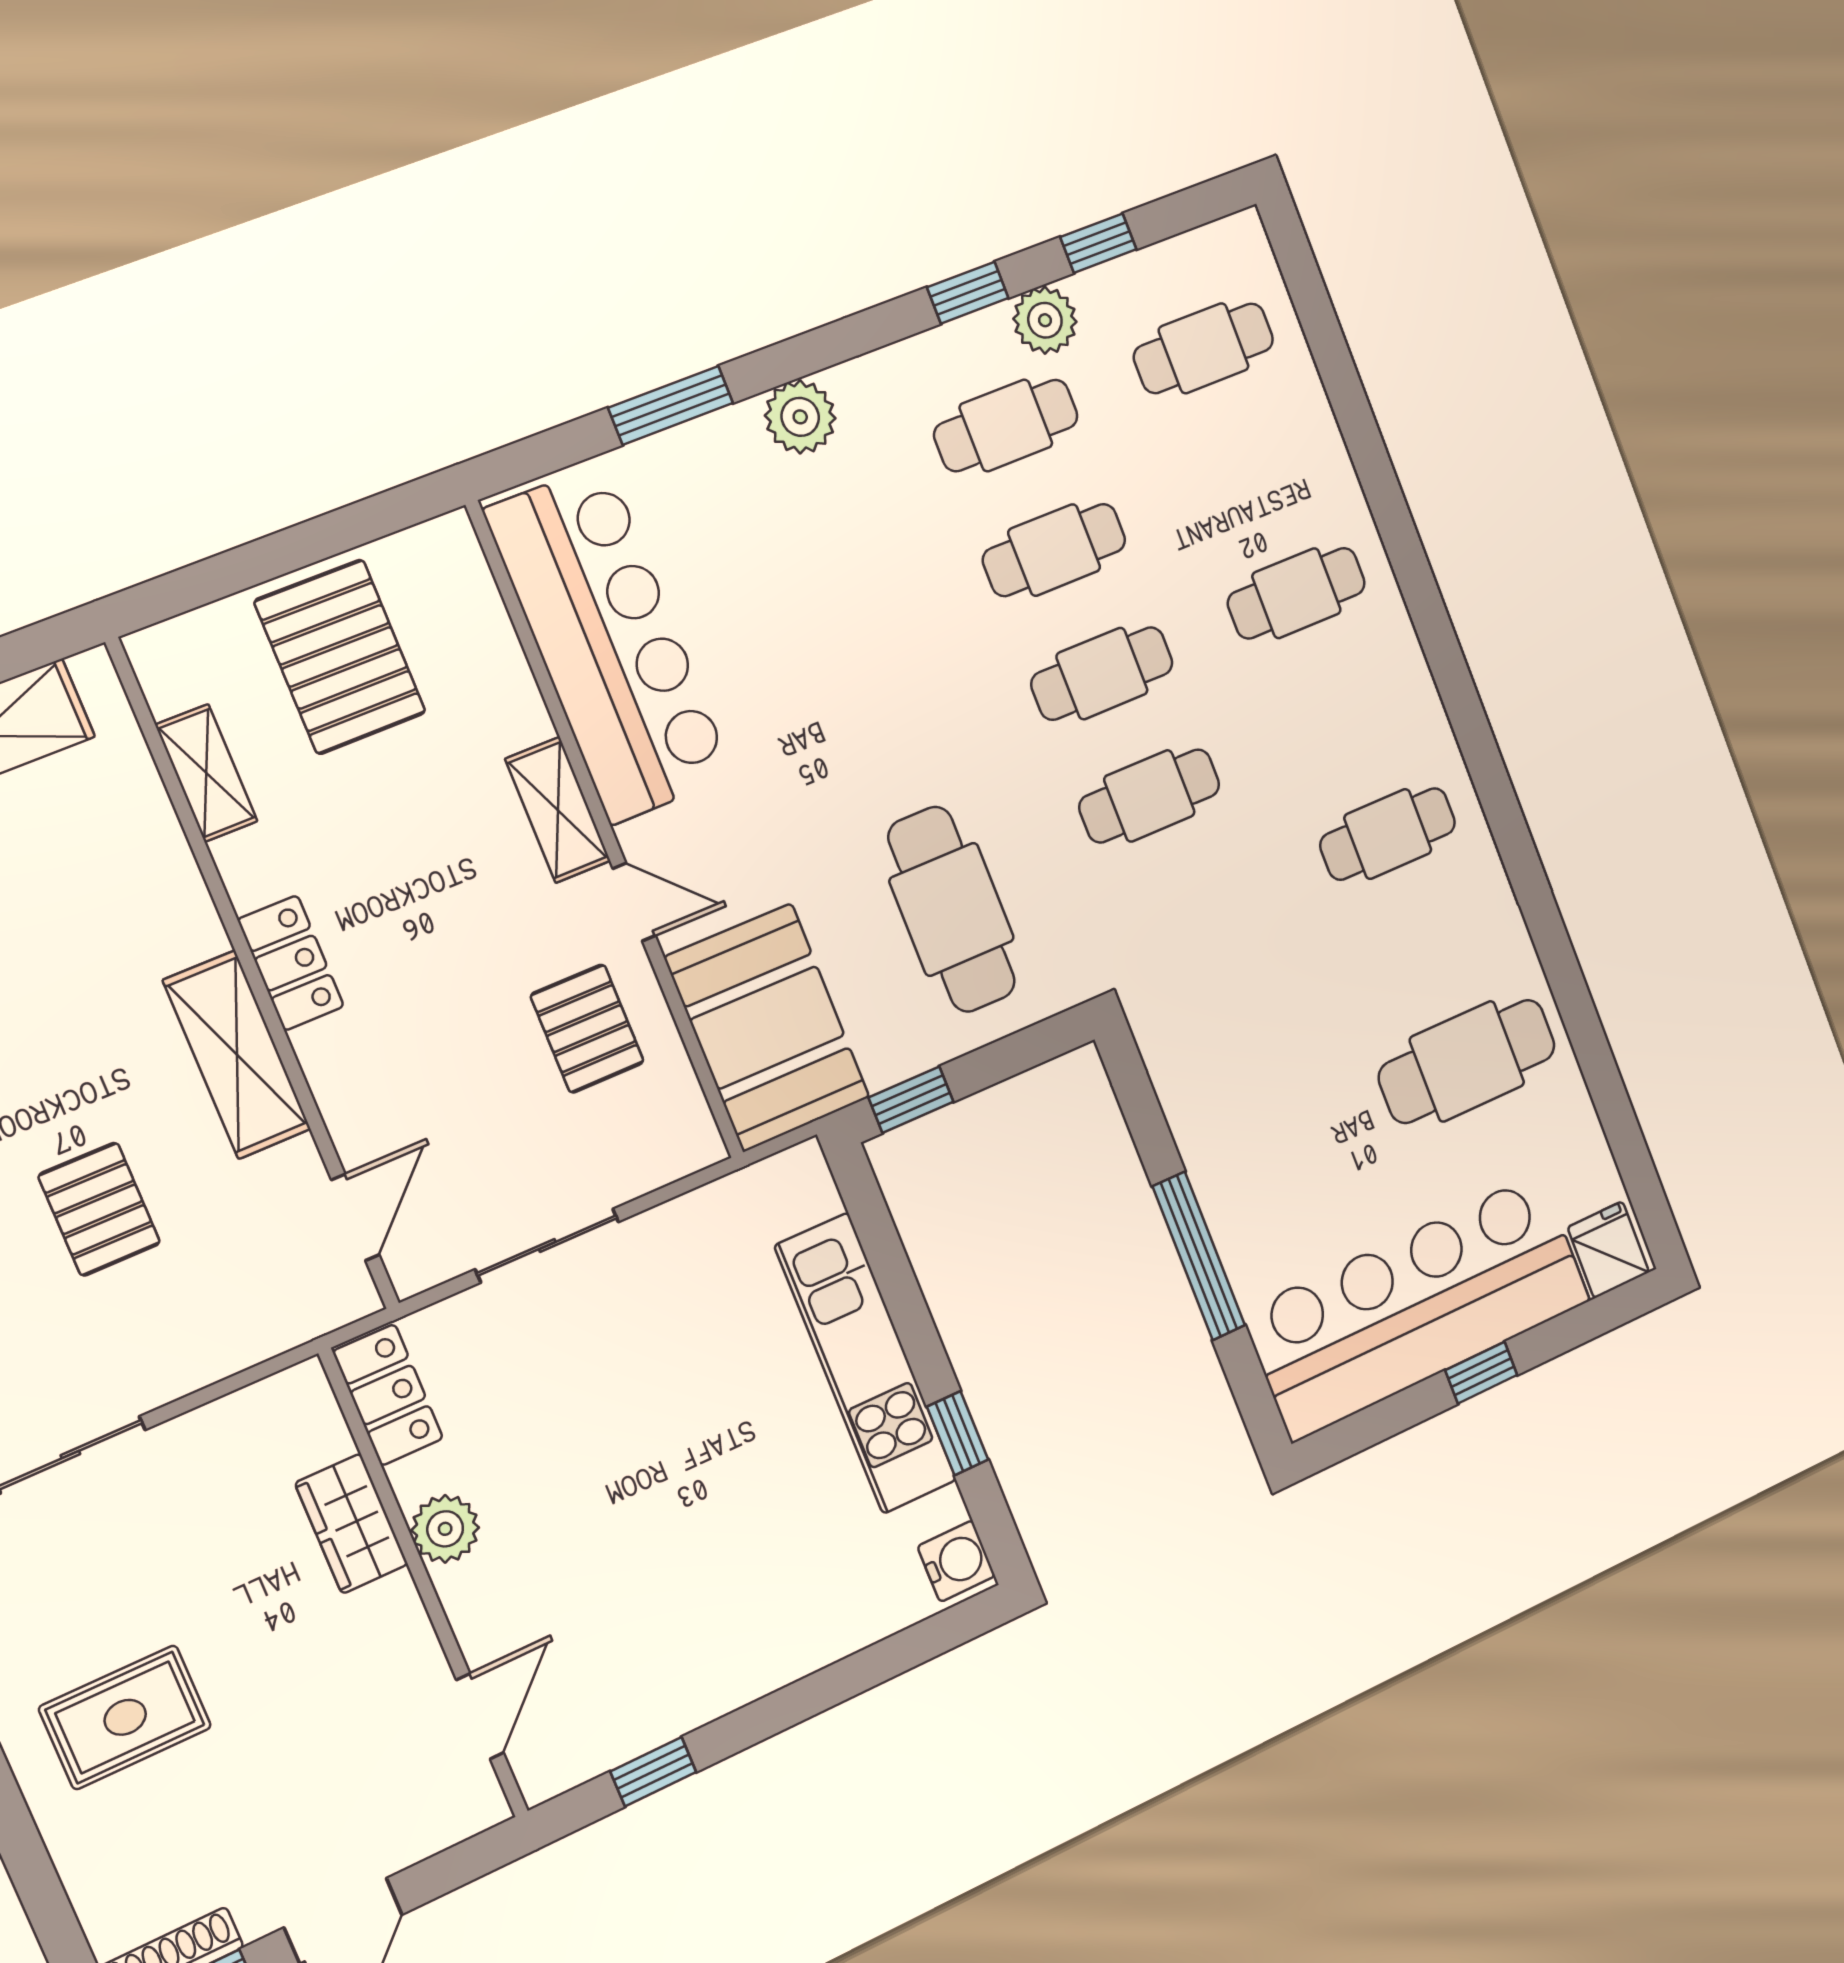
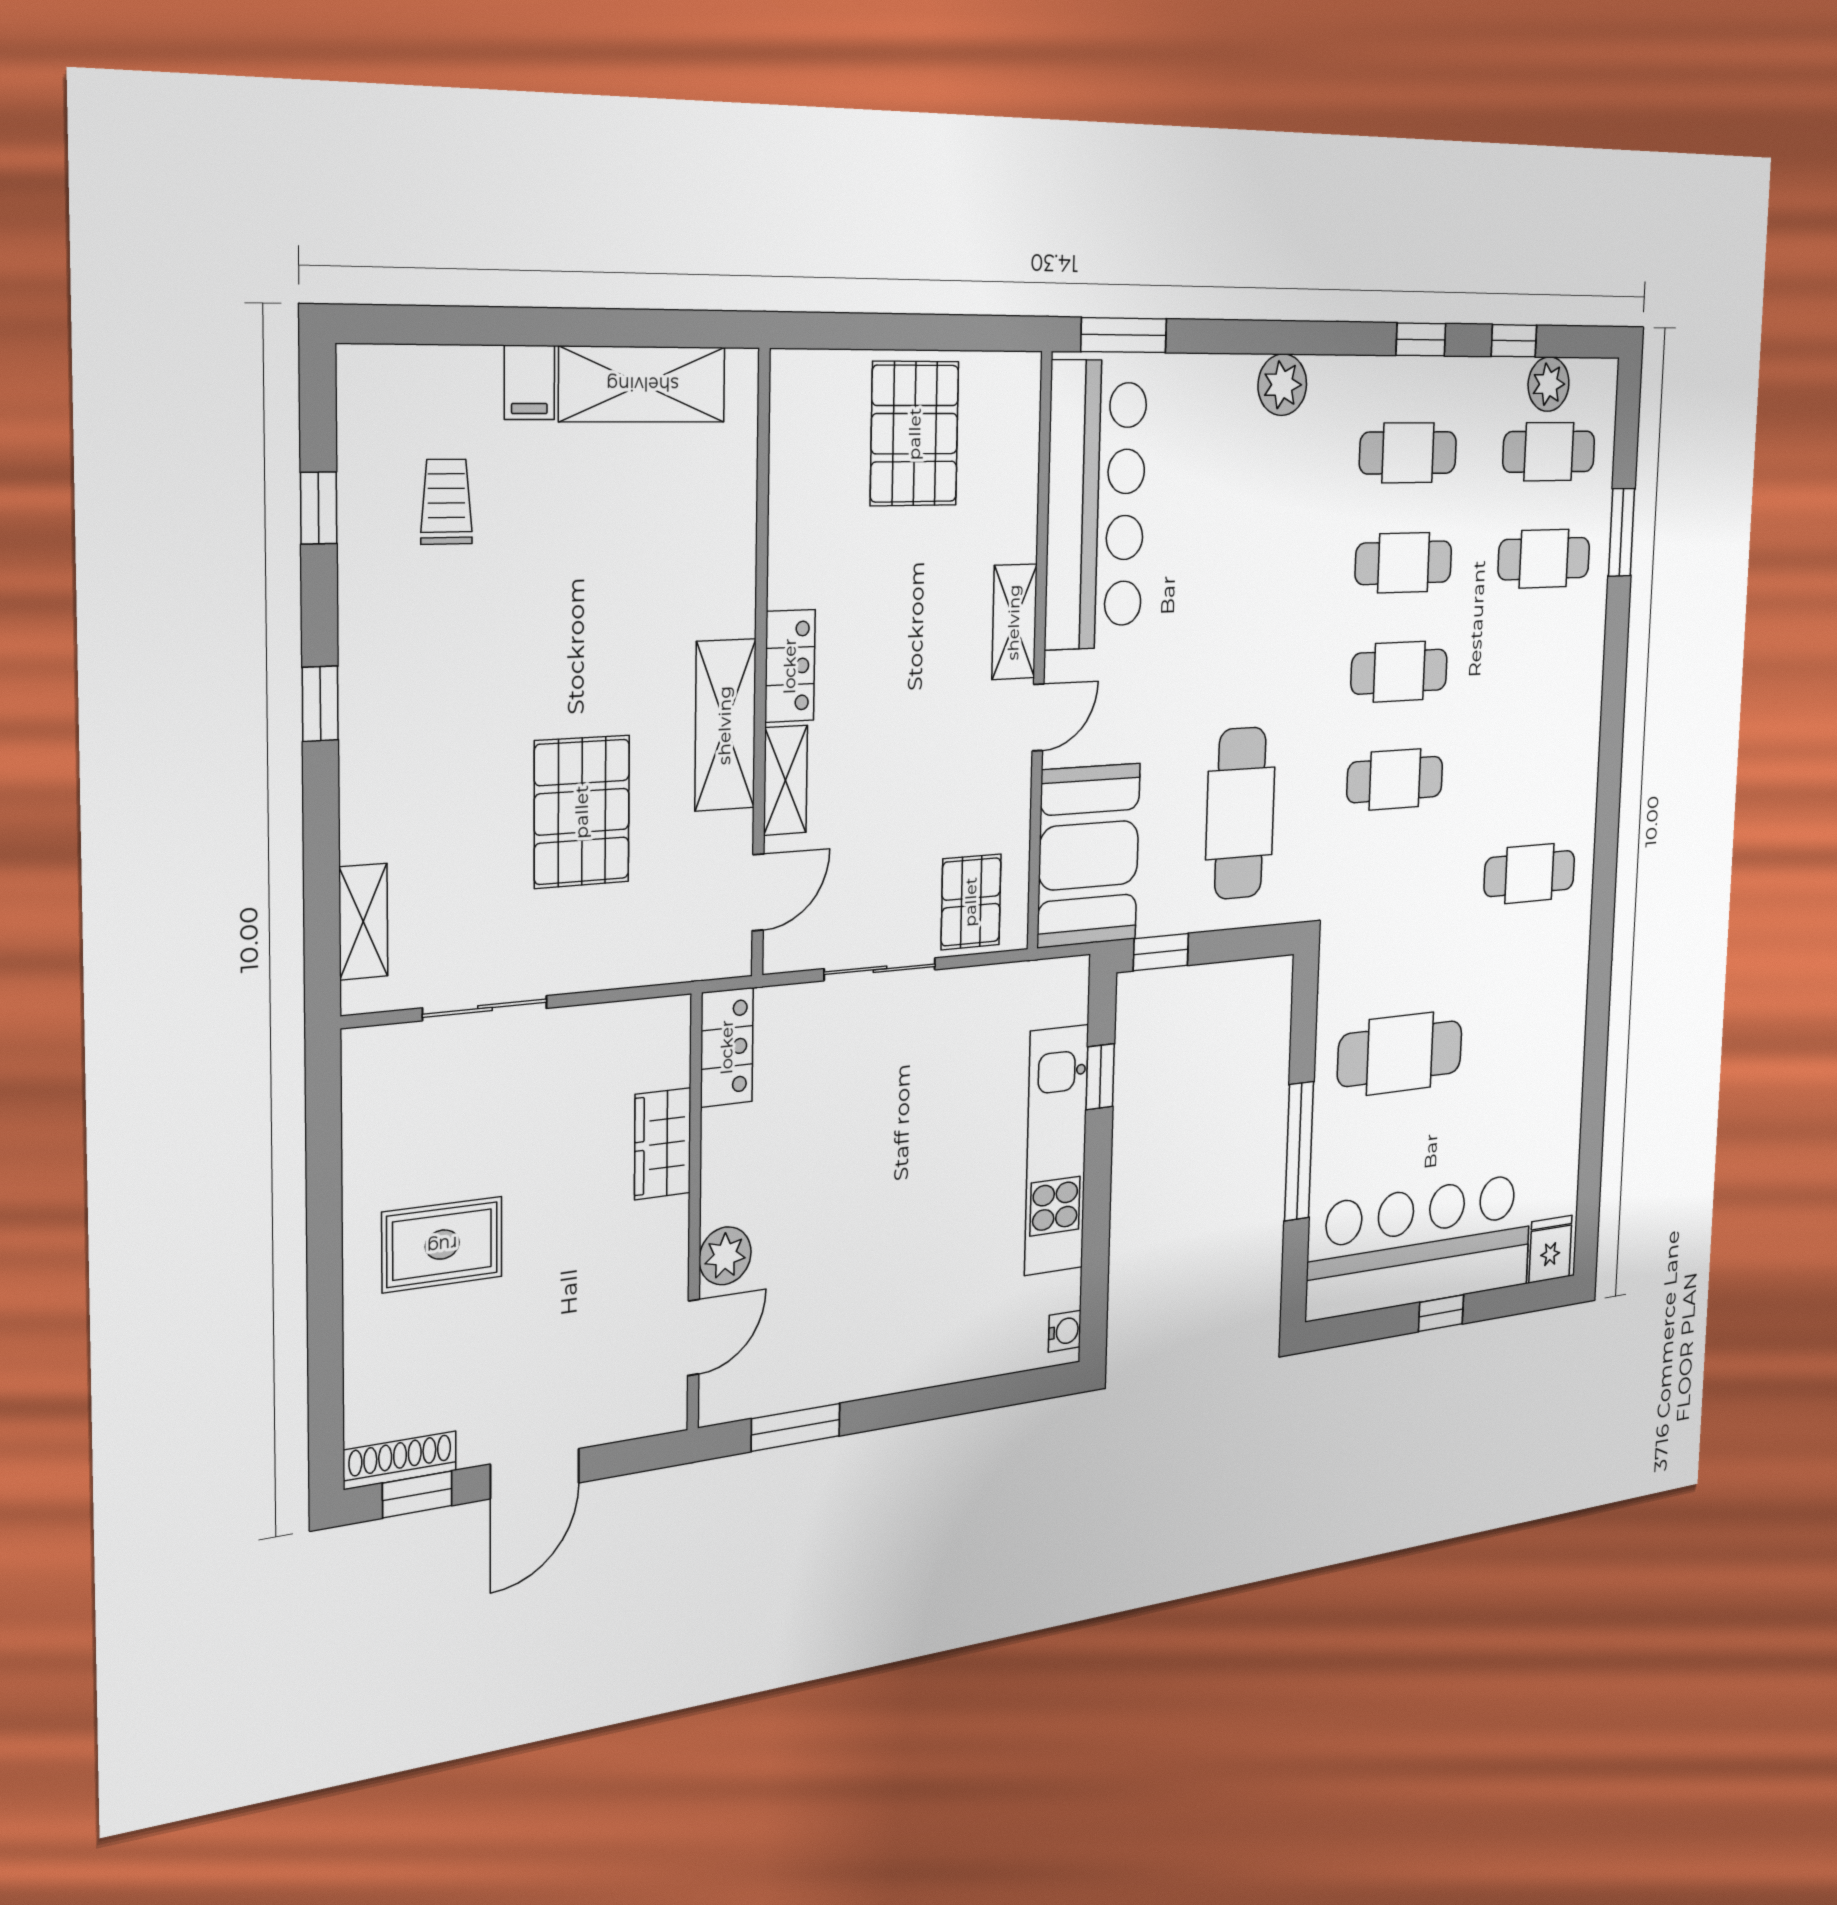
plant: (1045, 320) -> (1549, 384), moved
window: (1348, 400) -> (1622, 532), added
window: (671, 405) -> (1124, 335), moved
cafe table: (1296, 593) -> (1544, 559), moved
shelving: (206, 773) -> (786, 780), moved
door: (634, 902) -> (1038, 717), hinge flipped
pallet: (587, 1029) -> (971, 902), moved
cafe table: (1467, 1061) -> (1400, 1054), moved
pallet: (99, 1209) -> (582, 812), width x1.50, depth x1.42
window: (958, 1433) -> (1100, 1077), moved
plant: (445, 1529) -> (725, 1256), moved
water cooler: (956, 1561) -> (1065, 1331), width x0.72, depth x0.72
window: (653, 1772) -> (796, 1427), width x1.50

